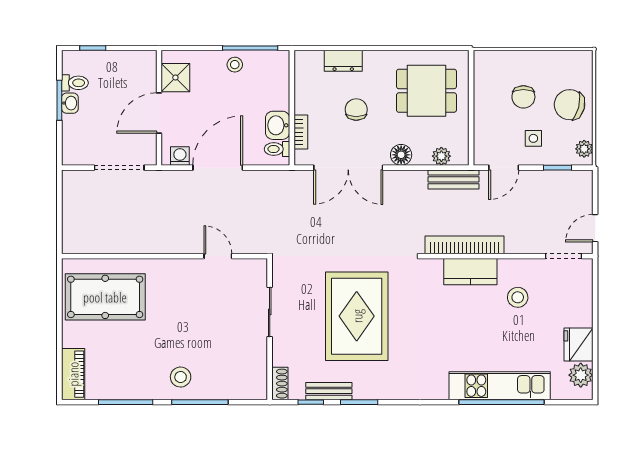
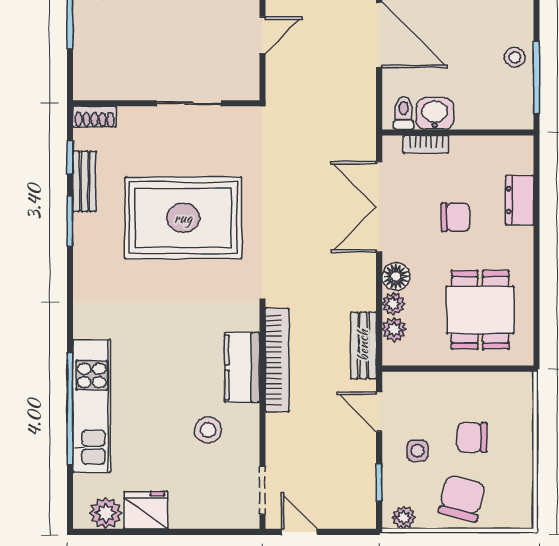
plant: (422, 157) -> (393, 304), added

